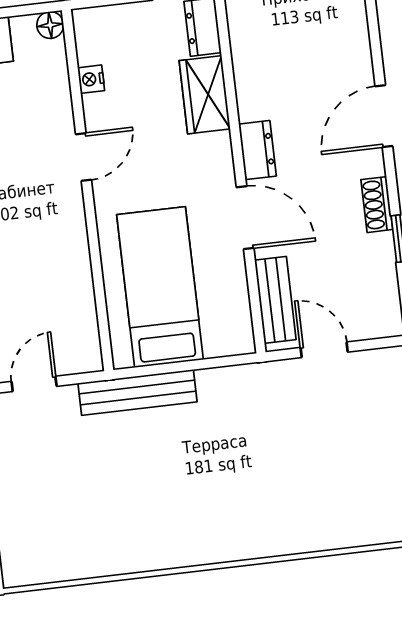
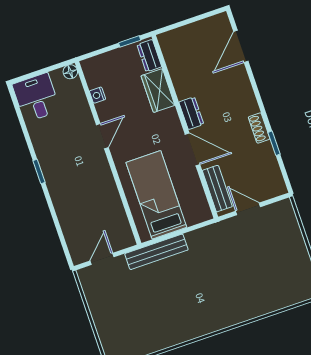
door: (384, 116) -> (241, 46), moved

